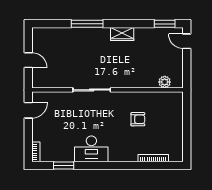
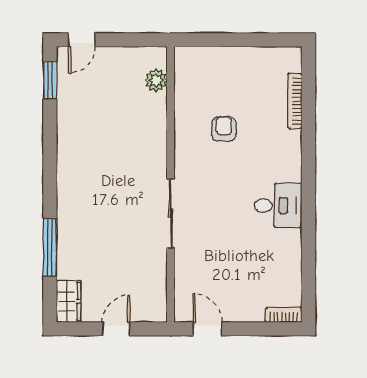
window: (87, 24) -> (50, 247), moved
wardrobe: (122, 34) -> (69, 301), moved
desk: (91, 149) -> (278, 206), width x0.73
window: (64, 166) -> (308, 264), removed

